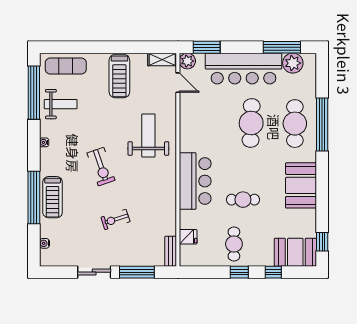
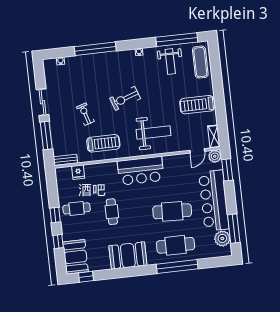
bar counter: (195, 181) -> (141, 171), moved
treadmill: (53, 197) -> (103, 143), moved, turned 180

